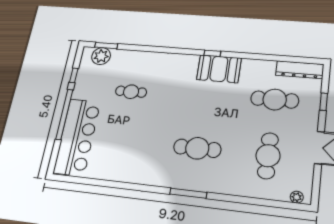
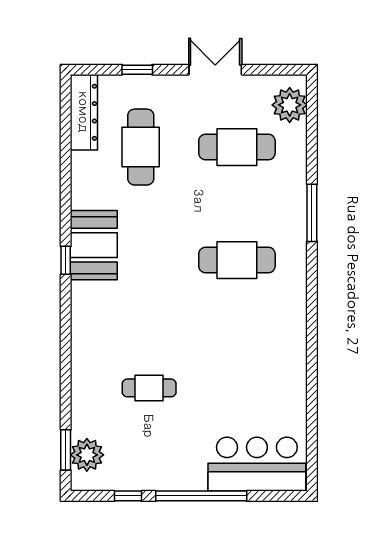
cafe table: (131, 92) -> (149, 388), turned 90
bar counter: (77, 137) -> (257, 464), width x0.73
cafe table: (197, 148) -> (237, 260), turned 90
window: (188, 193) -> (312, 213), moved
plant: (297, 197) -> (290, 105), width x1.88, depth x1.88

